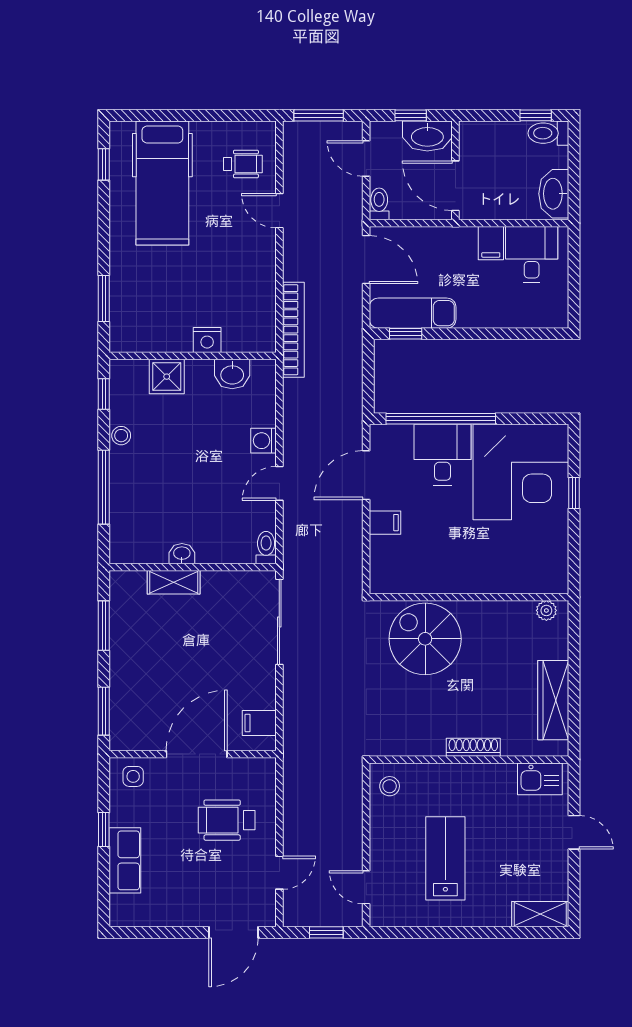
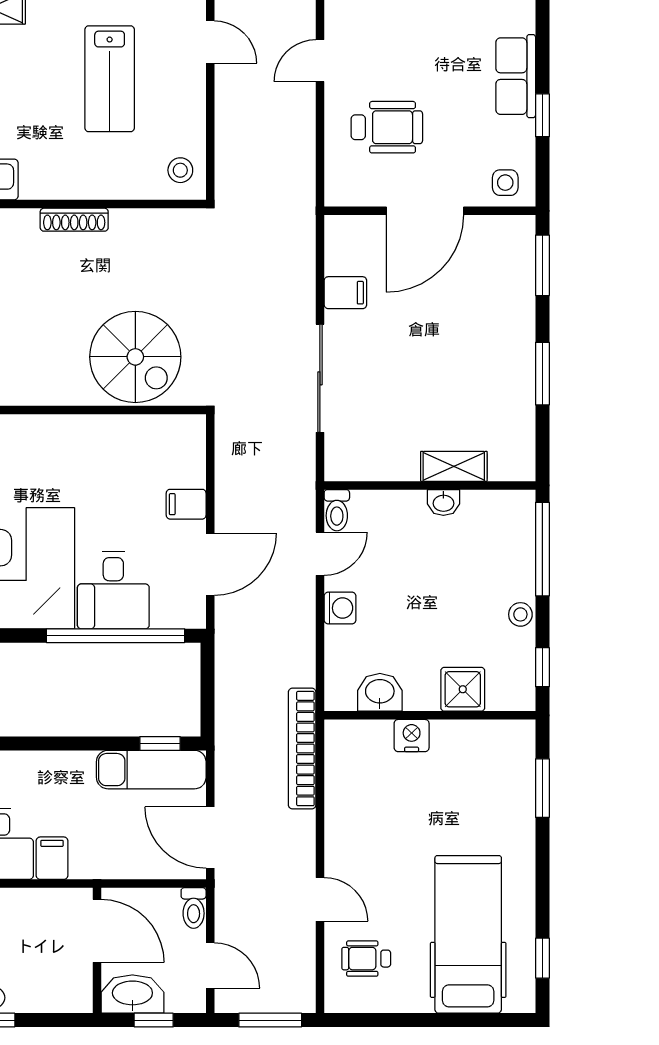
toilet: (266, 548) -> (337, 510), moved
washbasin: (182, 554) -> (443, 502), moved
wall: (193, 567) -> (430, 485), moved
shelving: (174, 582) -> (454, 466), moved
filing cabinet: (259, 723) -> (345, 293), moved

